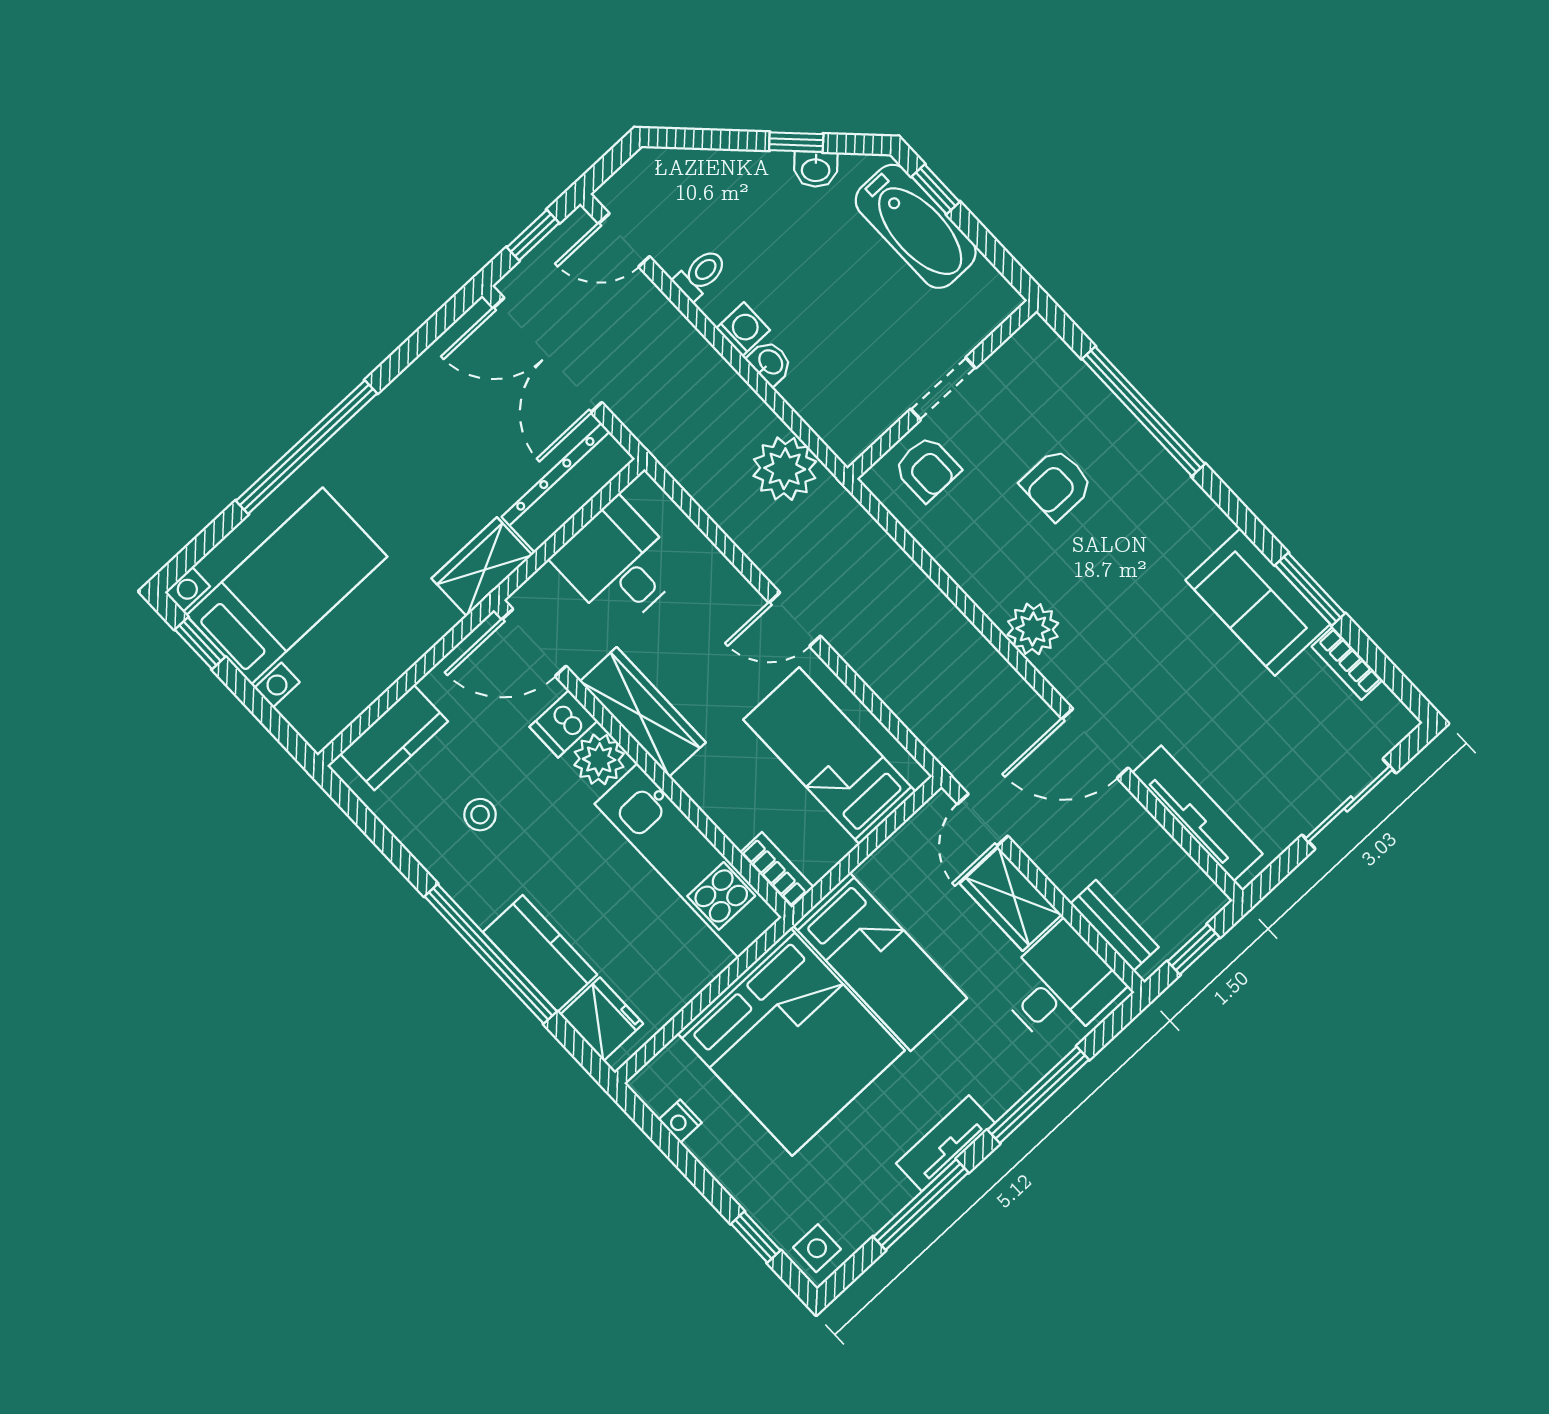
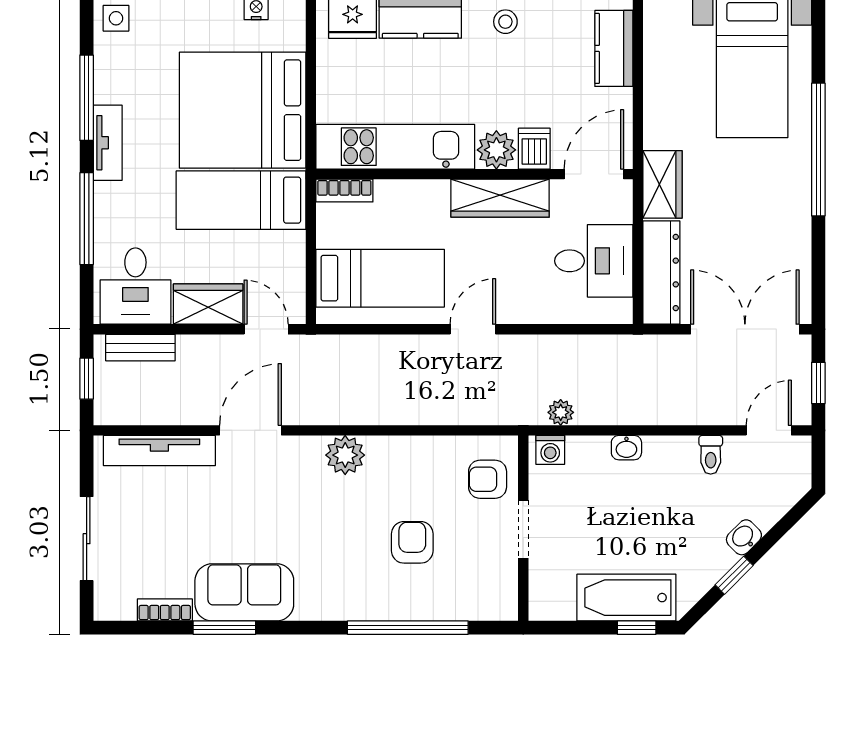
washbasin: (816, 169) -> (744, 537), moved
washing machine: (743, 329) -> (550, 450), moved
plant: (785, 469) -> (561, 412), width x0.53, depth x0.53
stool: (480, 815) -> (505, 22), moved

